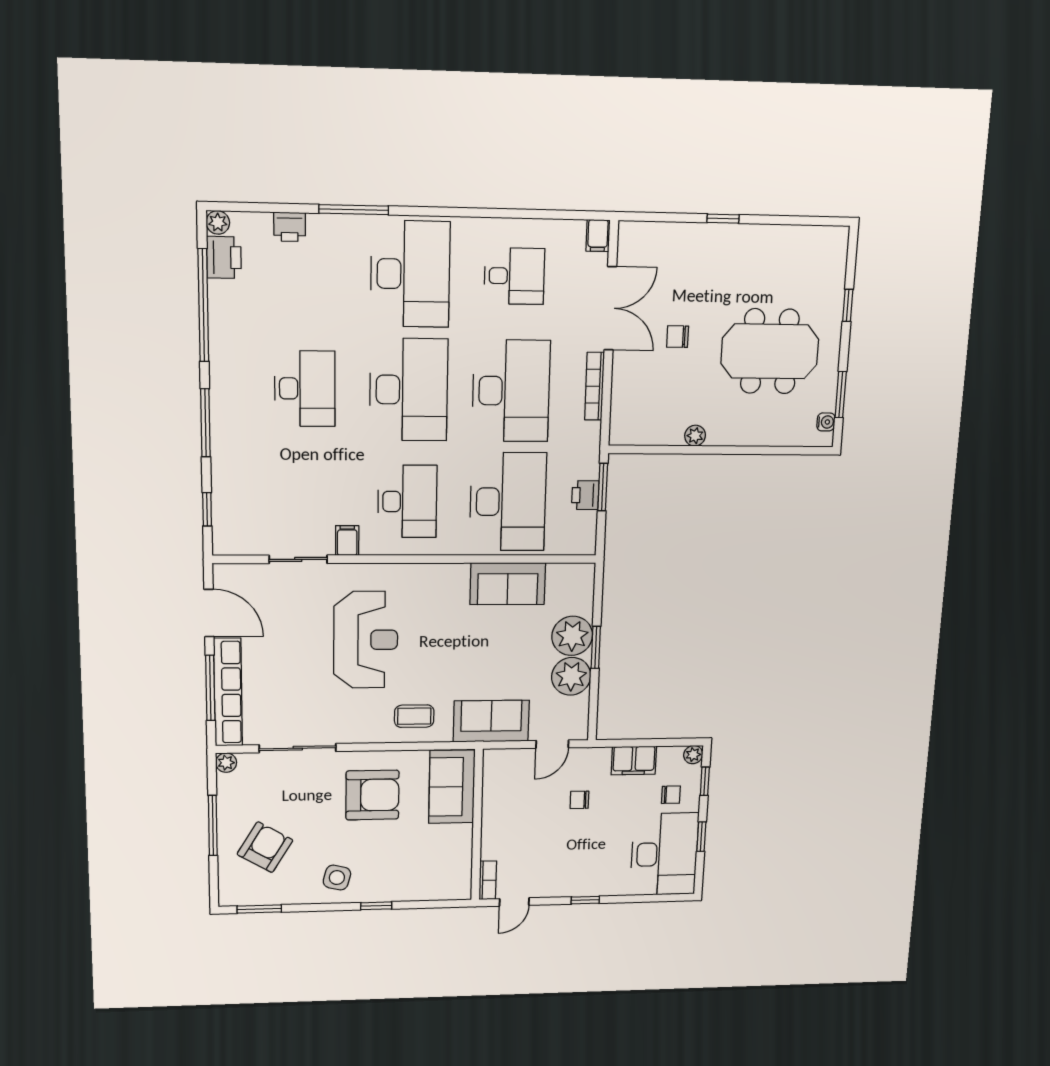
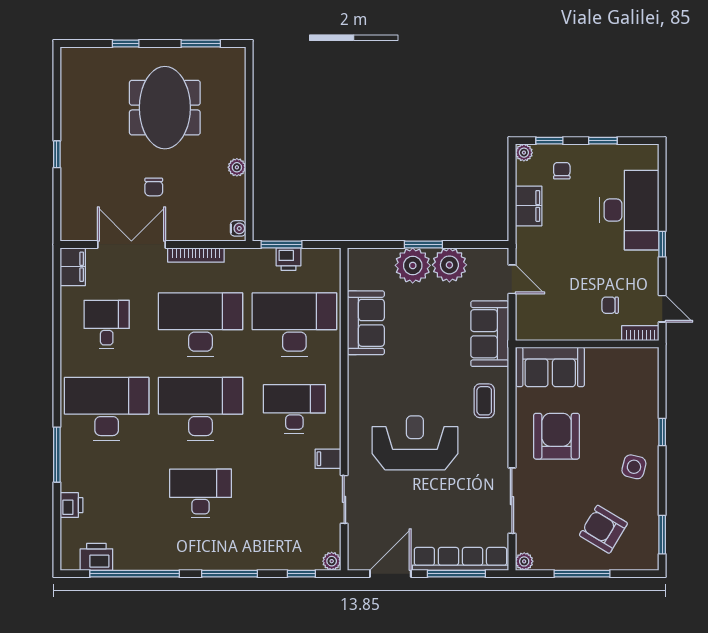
plant: (218, 222) -> (332, 561), moved
filing cabinet: (598, 236) -> (73, 267), width x2.00
water cooler: (826, 422) -> (238, 228), moved, turned 90
chair: (579, 800) -> (610, 305), moved, turned 90
desk: (664, 854) -> (629, 210), moved, turned 90

